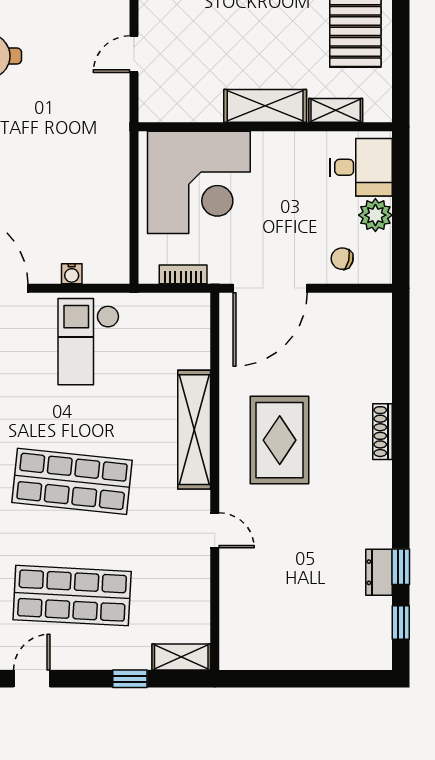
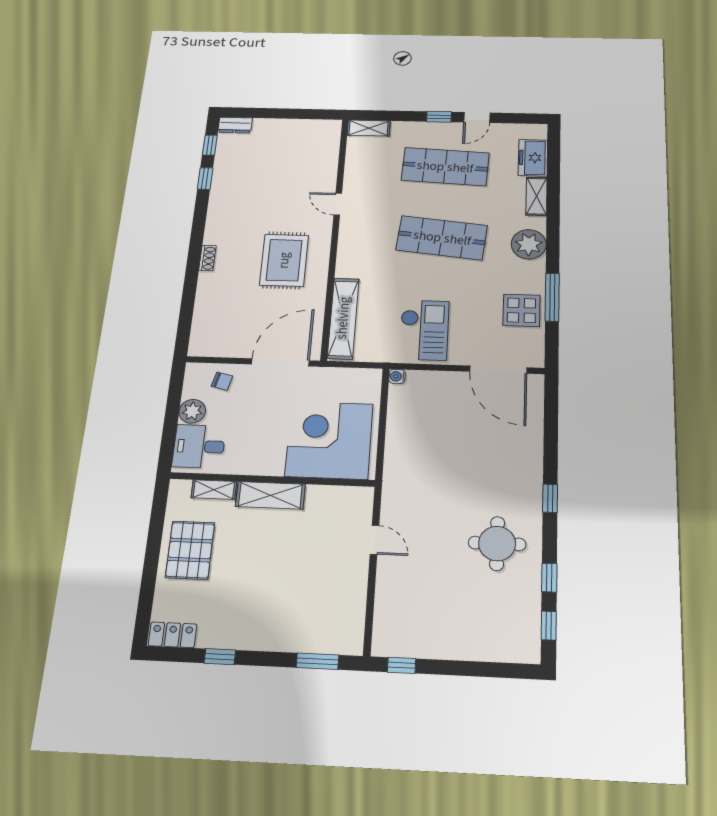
door: (134, 54) -> (375, 540), hinge flipped
water cooler: (72, 274) -> (397, 376), moved, turned -90
bookcase: (183, 274) -> (347, 374), removed
shelving: (194, 430) -> (343, 318), moved
shoe rack: (382, 432) -> (207, 258), width x0.70
dresser: (379, 572) -> (235, 125), moved, turned 90
window: (130, 679) -> (439, 117), moved

